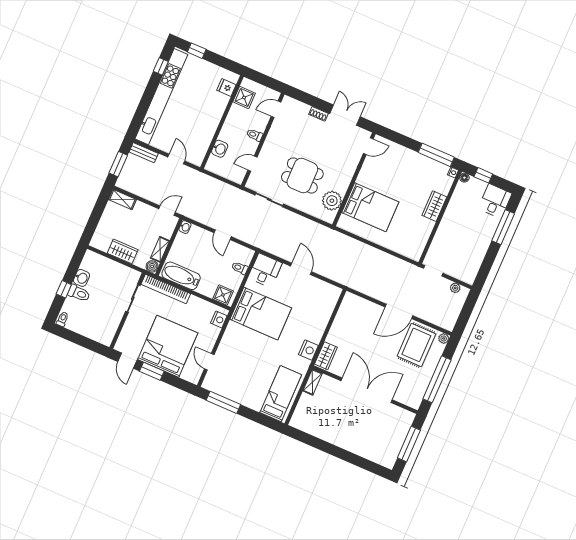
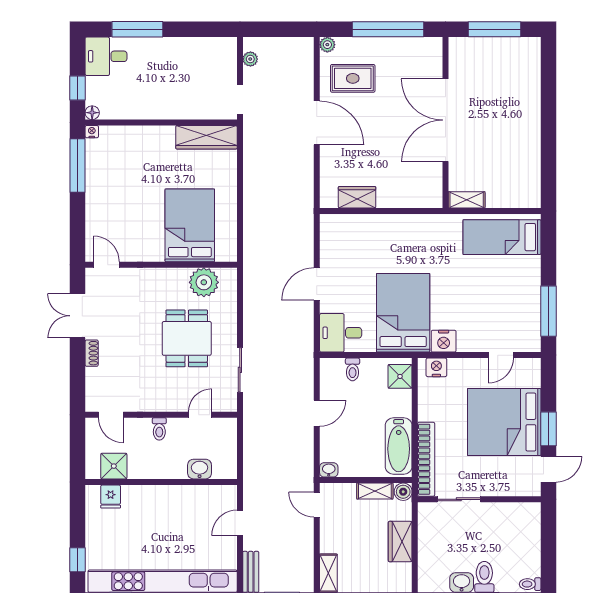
door: (252, 164) -> (200, 415), swing flipped
wardrobe: (434, 206) -> (206, 137), moved, width x1.50
rug: (416, 345) -> (353, 78), width x0.73, depth x0.70
nightstand: (308, 350) -> (444, 341), moved, turned 180
wardrobe: (326, 356) -> (357, 197), moved

